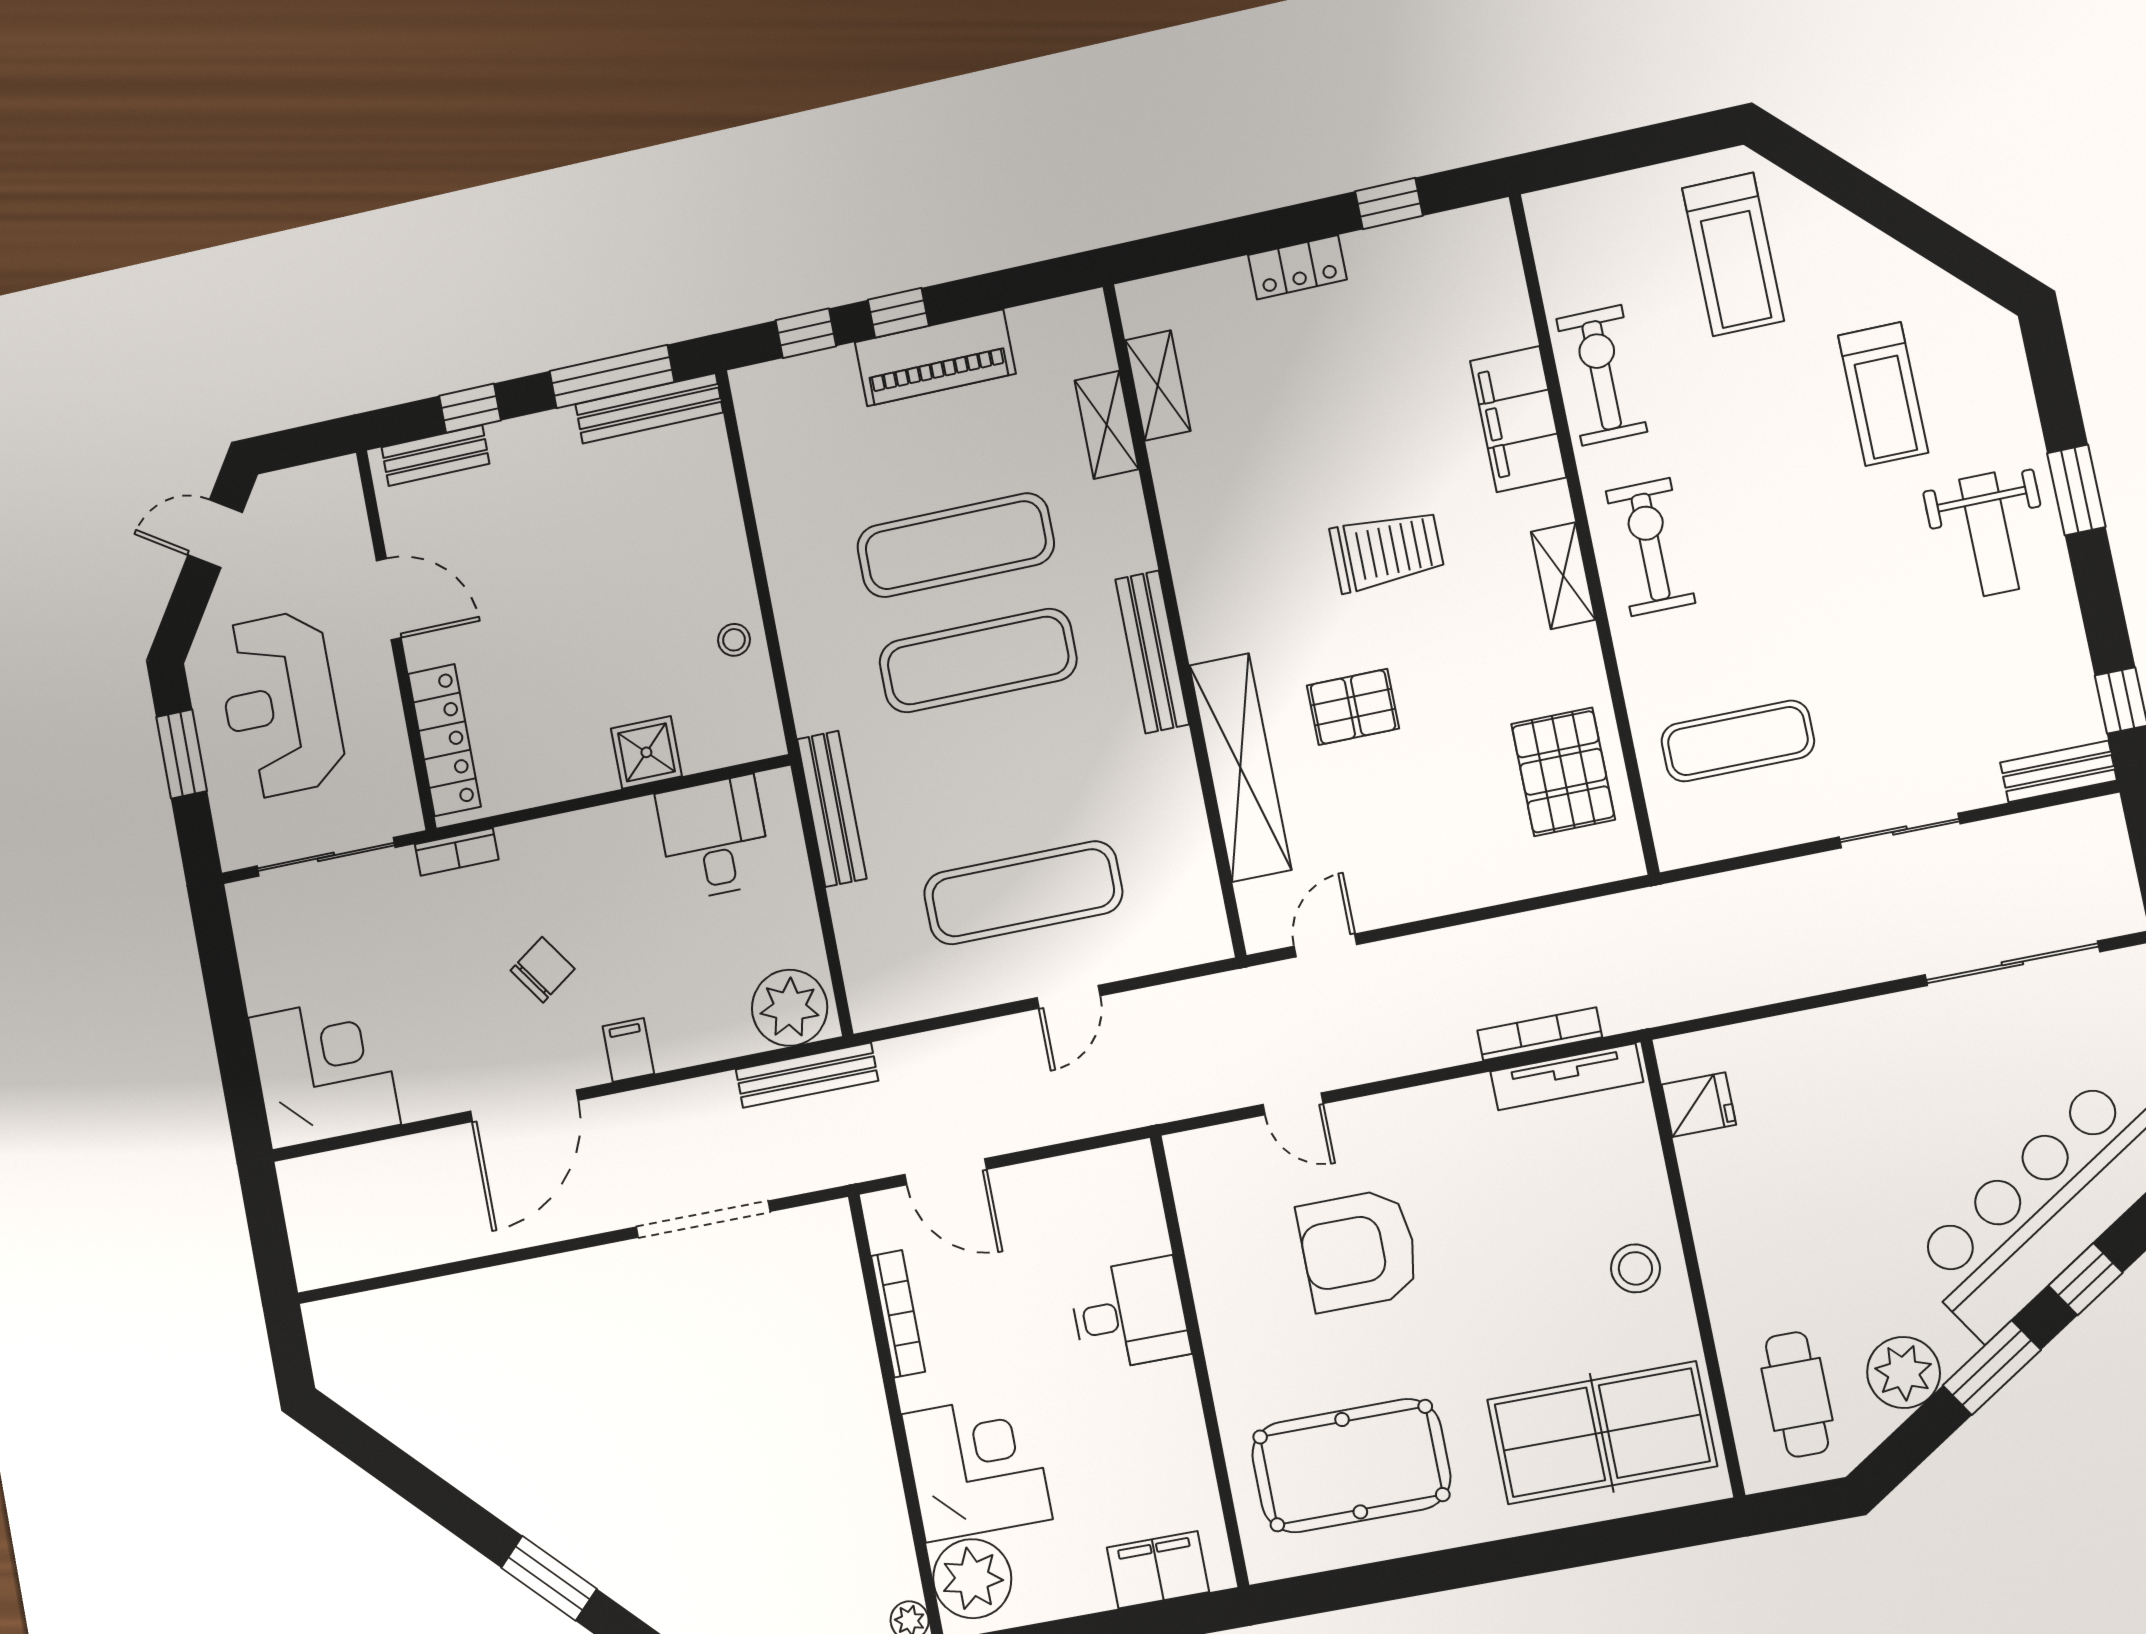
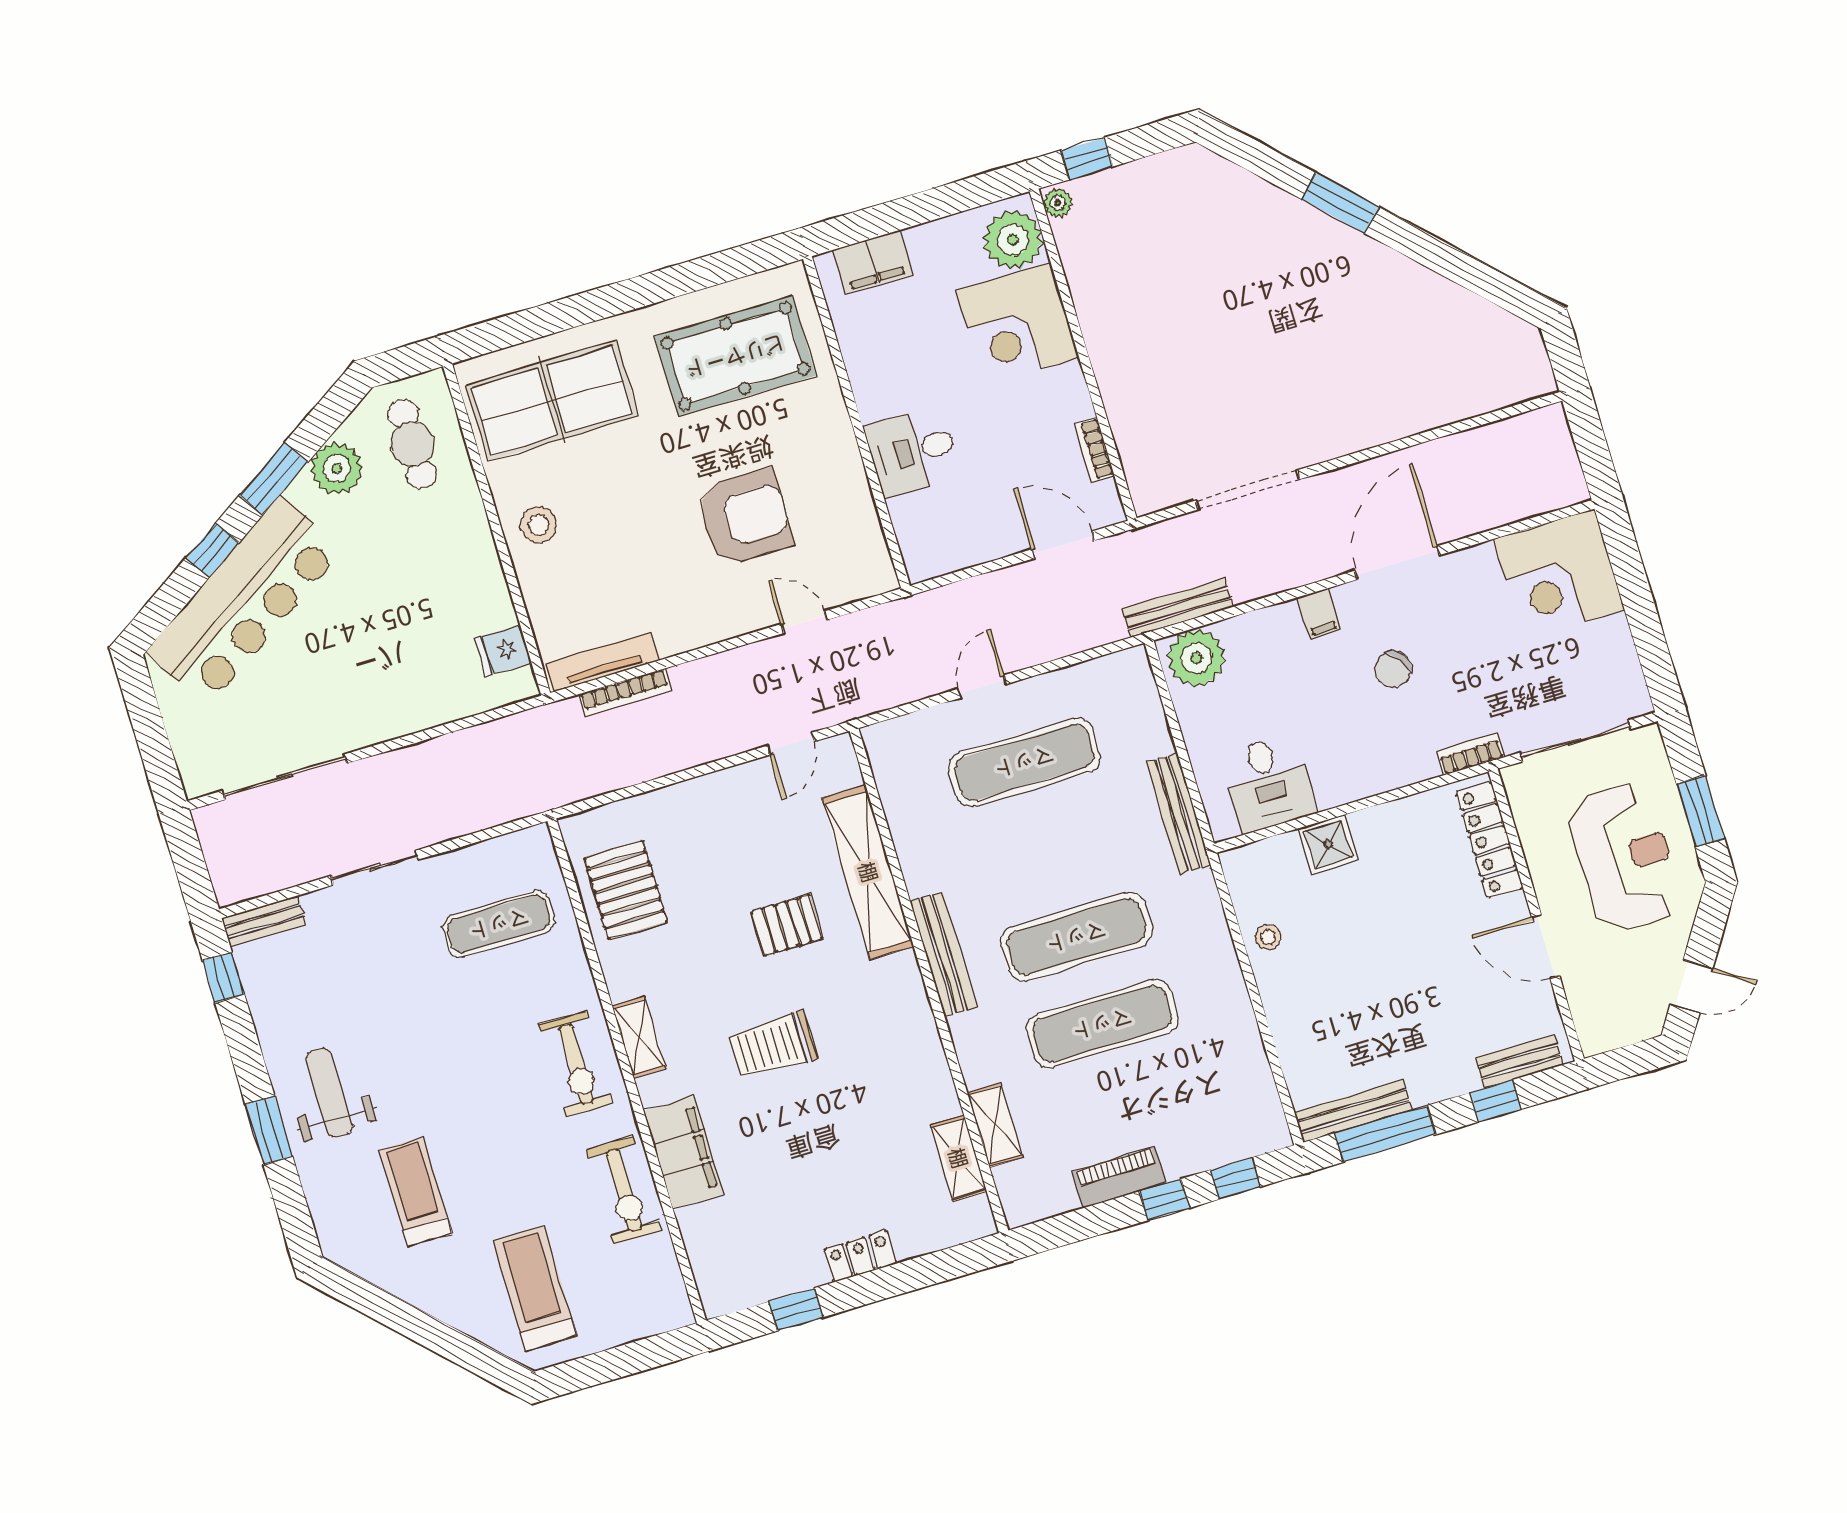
piano: (935, 358) -> (1119, 1177), width x0.73, depth x0.75
bookcase: (898, 1314) -> (1094, 450), width x0.64

